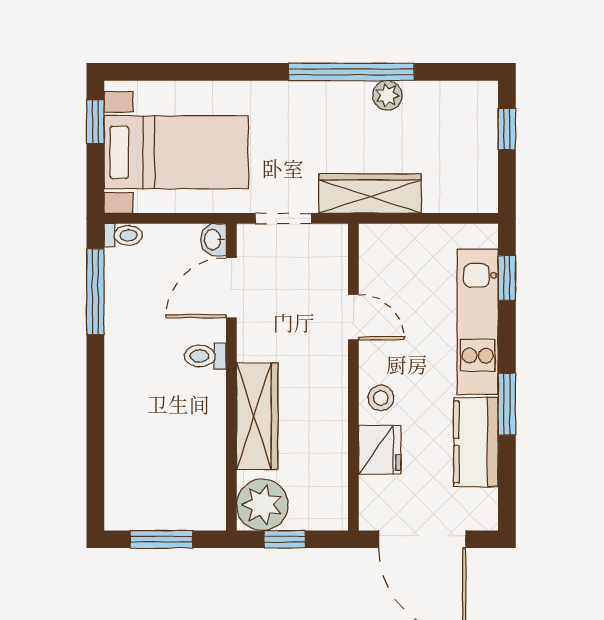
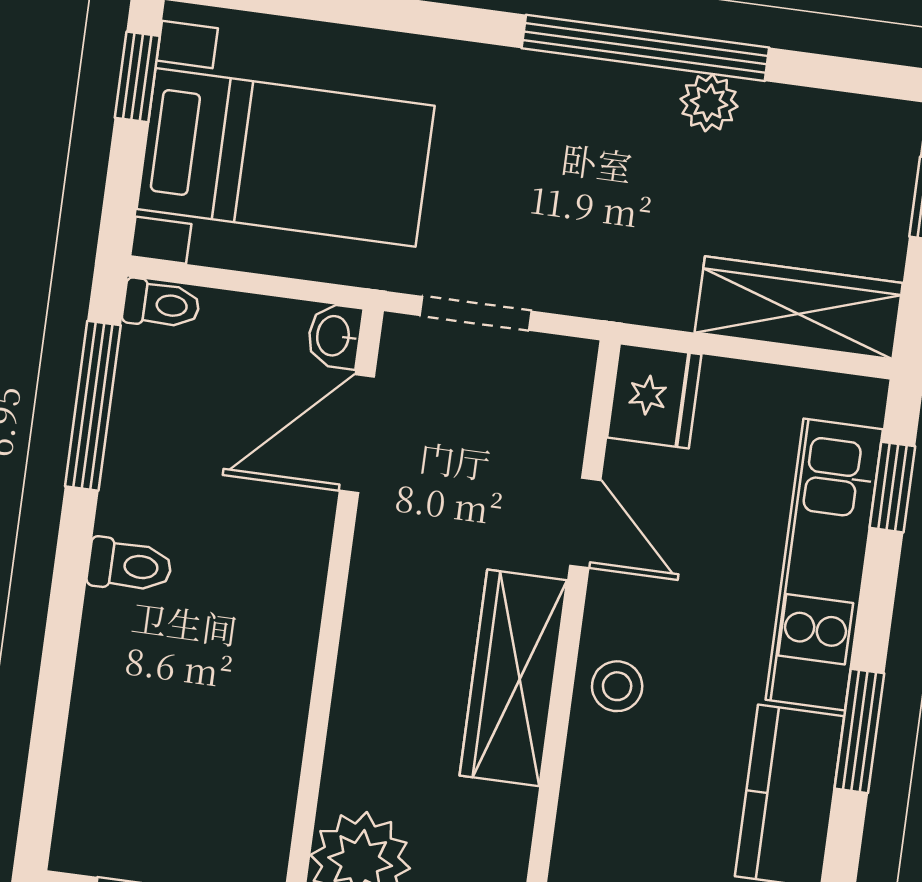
wardrobe: (370, 193) -> (799, 308), moved
toilet: (205, 356) -> (130, 565), moved, turned 180
wardrobe: (257, 416) -> (513, 678), moved, turned 180
fridge: (380, 450) -> (654, 396), moved

